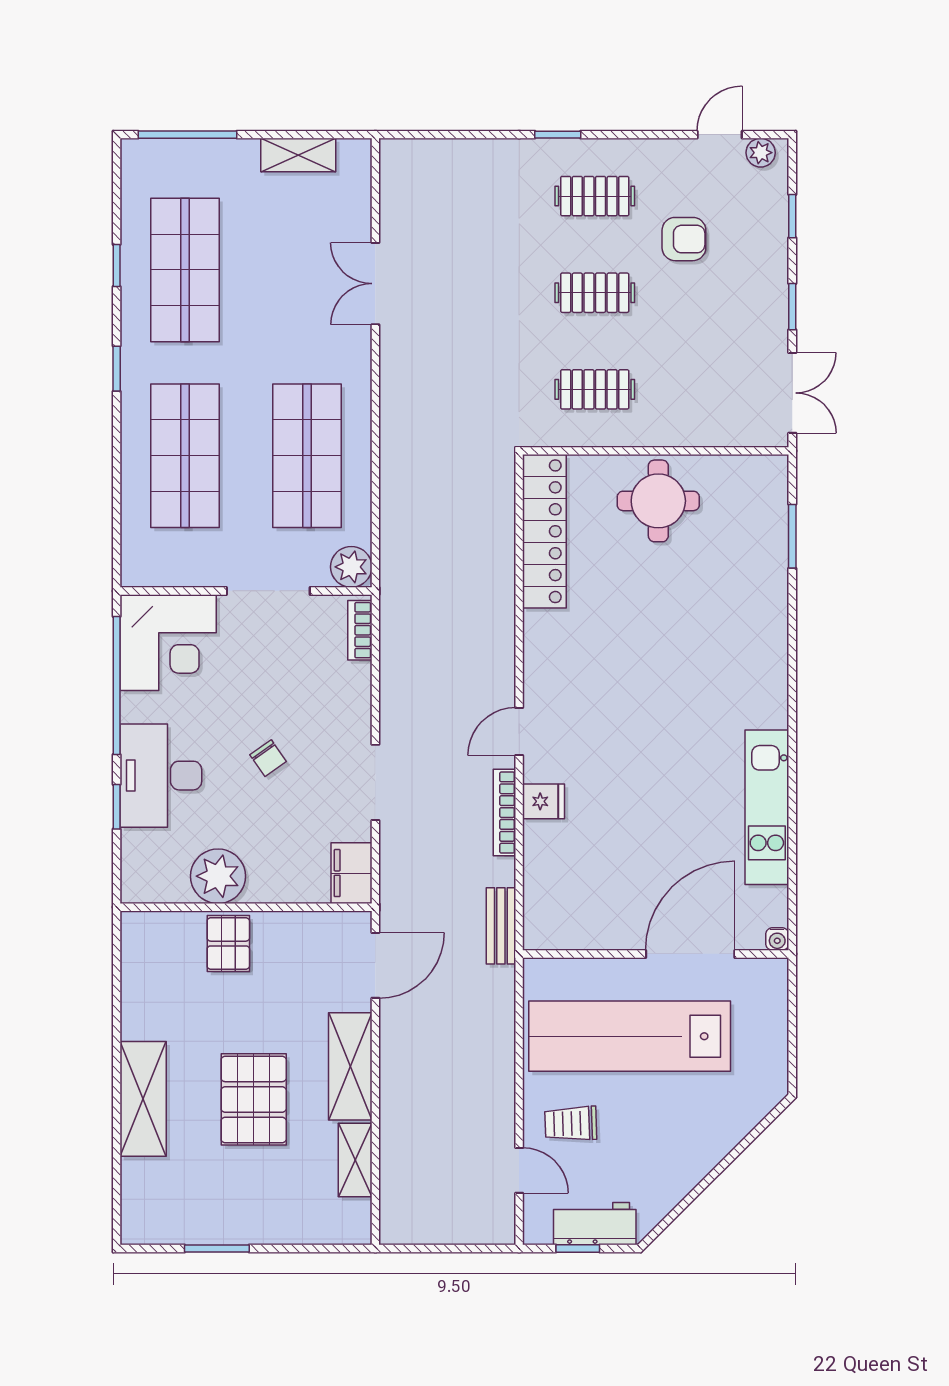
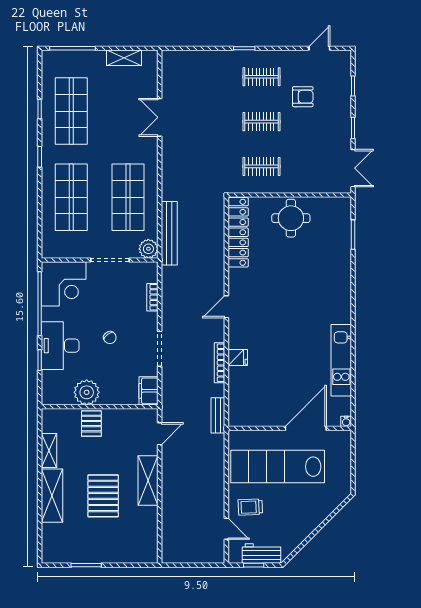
plant: (761, 153) -> (338, 57), removed
bench: (396, 533) -> (169, 233), added
bookcase: (360, 630) -> (152, 297), moved
door: (519, 732) -> (226, 307), moved
door: (375, 965) -> (160, 434), width x0.73
shelving: (355, 1160) -> (49, 451), moved

